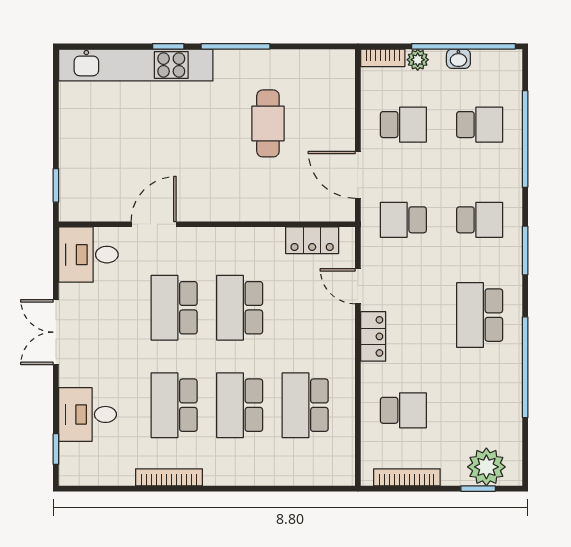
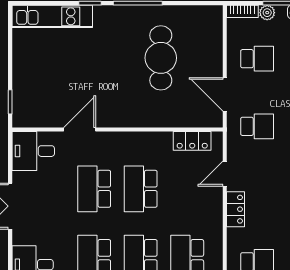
kitchen unit: (136, 65) -> (52, 16), width x0.73
cafe table: (268, 123) -> (161, 58), width x1.37, depth x1.35
school desk: (403, 220) -> (257, 126), turned 180
door: (358, 286) -> (225, 174), hinge flipped

